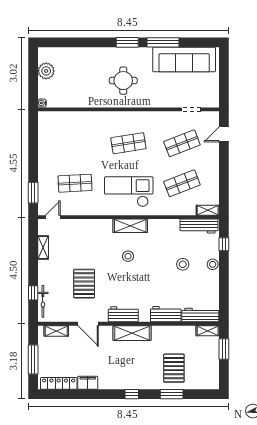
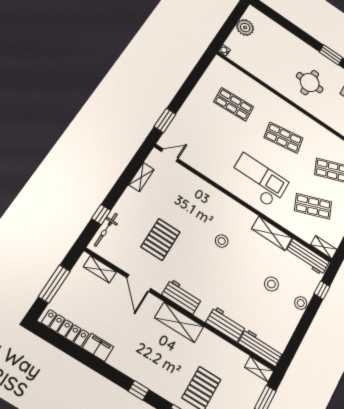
shop shelf: (75, 183) -> (234, 104), moved
shelving: (130, 226) -> (272, 233), moved

